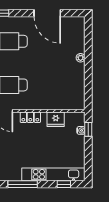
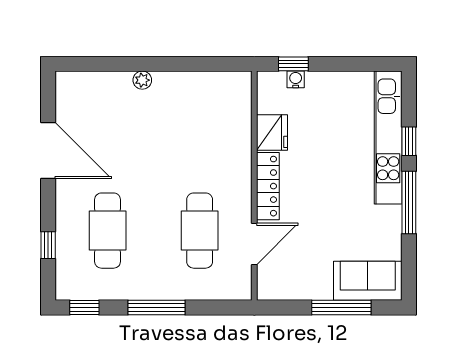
door: (47, 13) -> (48, 150), hinge flipped
locker: (30, 117) -> (268, 186), width x1.53
window: (64, 184) -> (409, 141), moved

